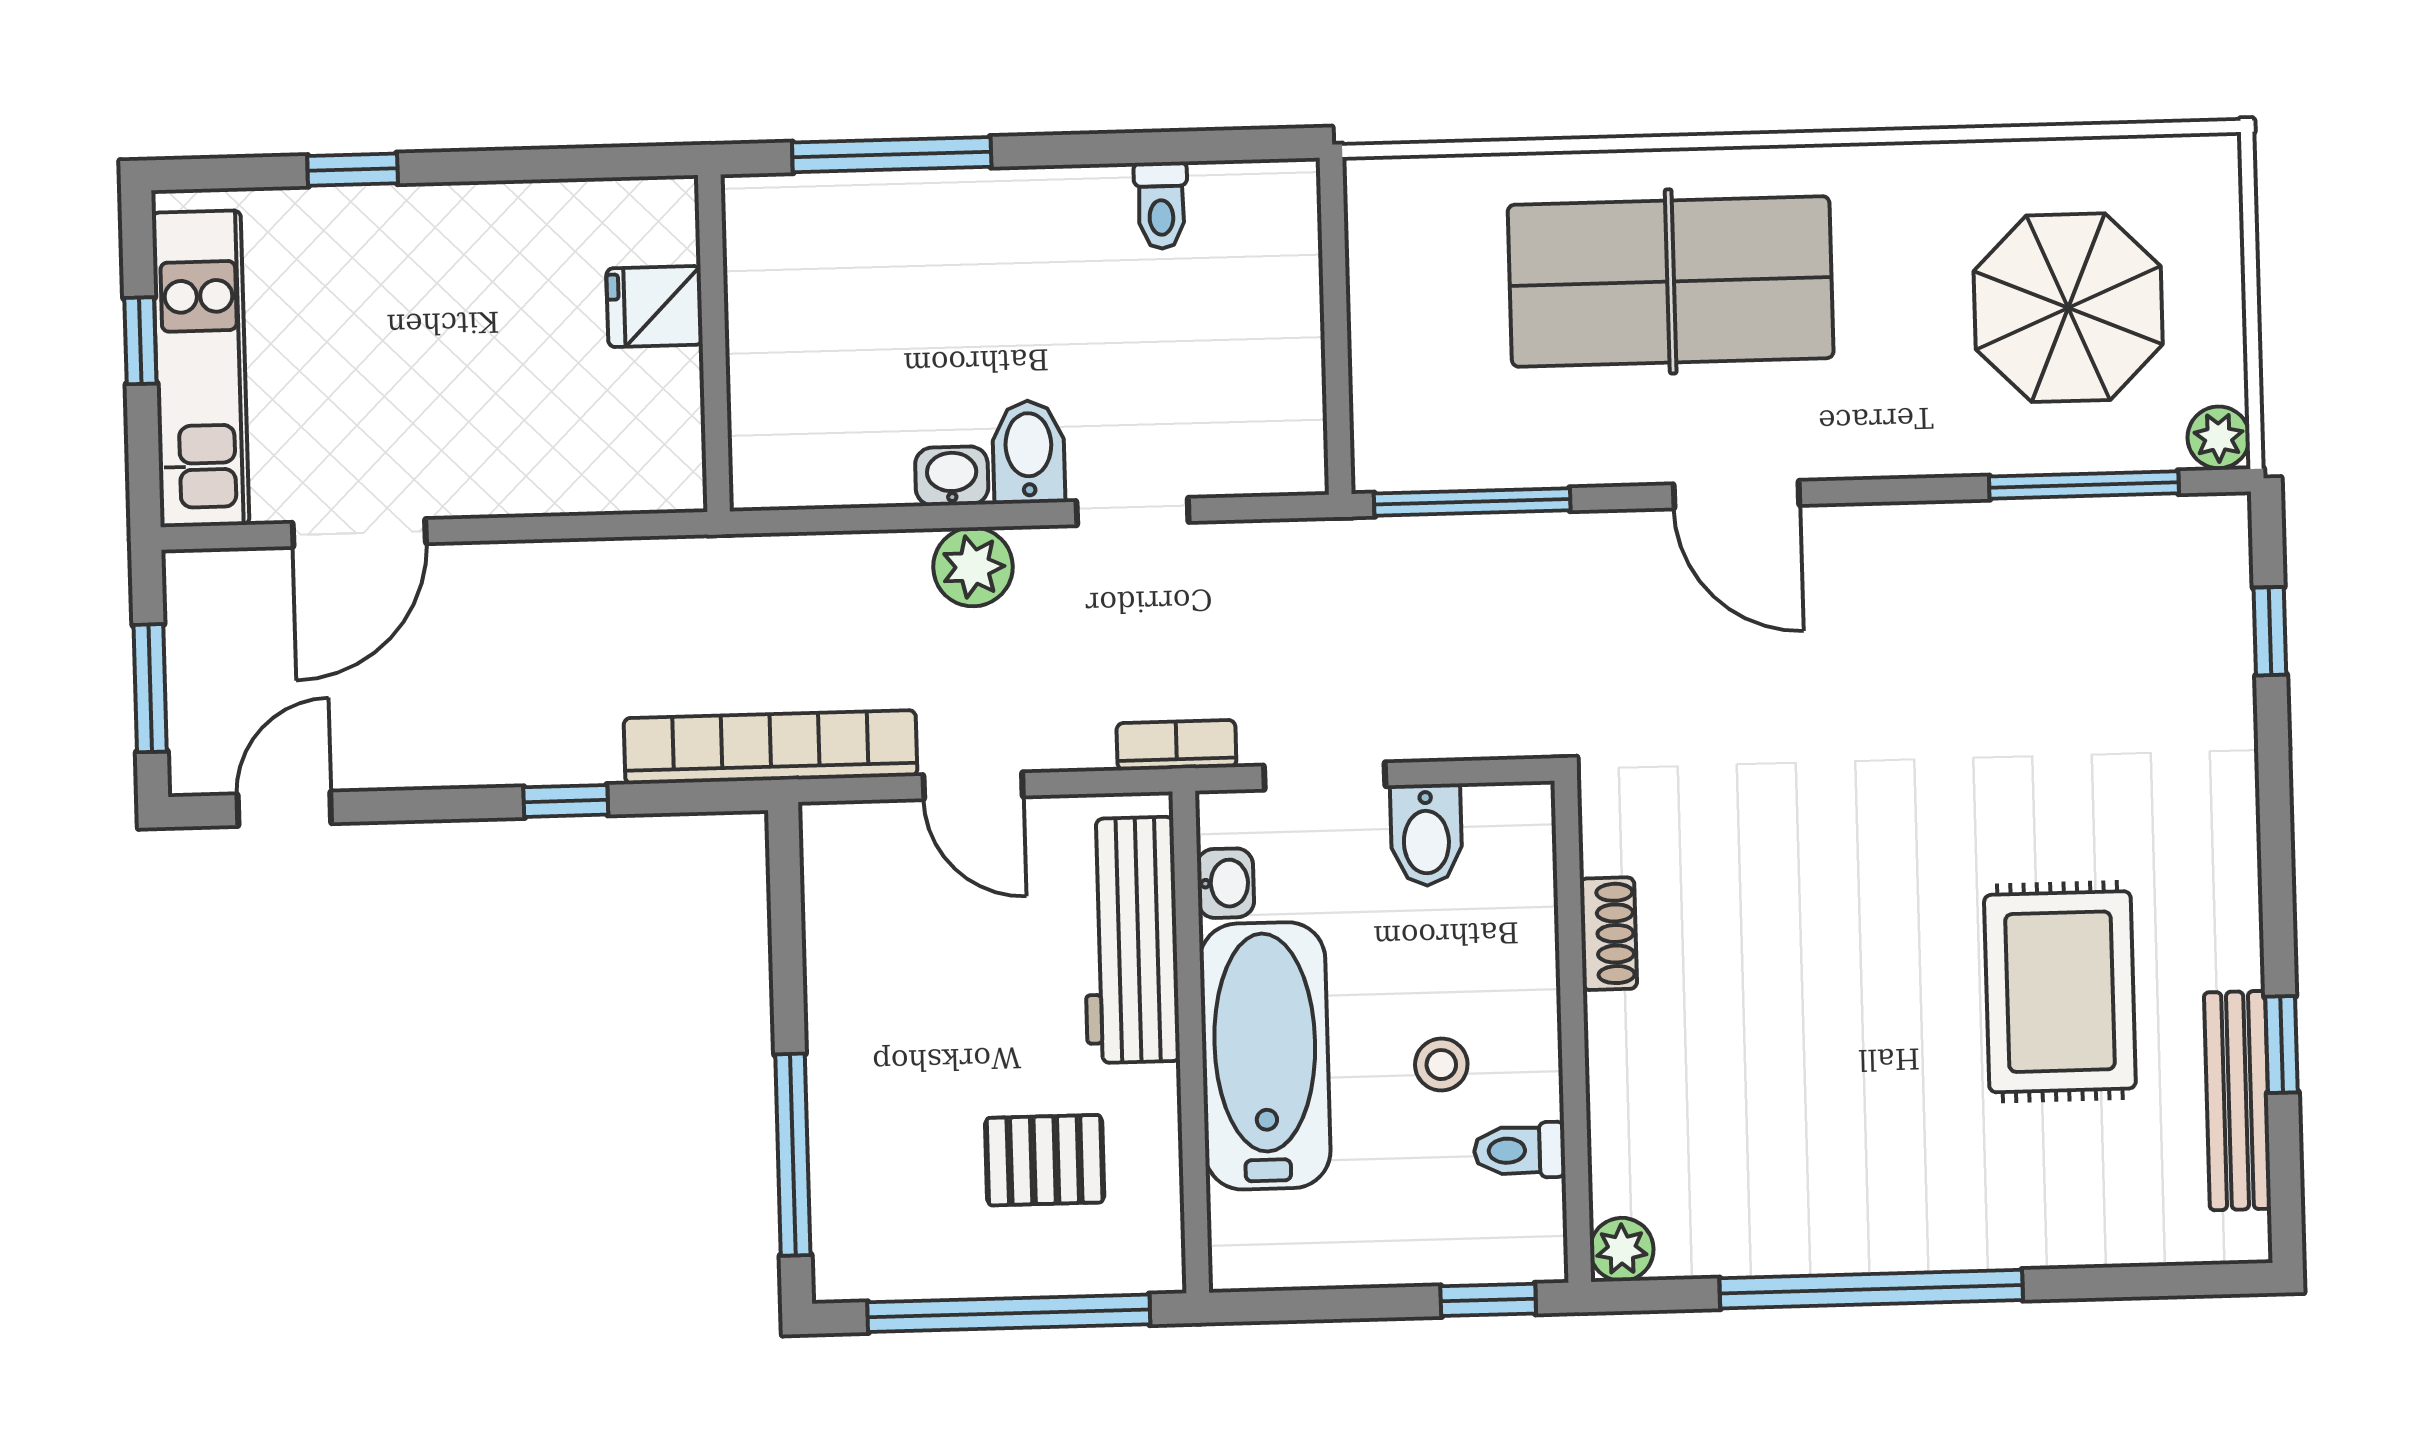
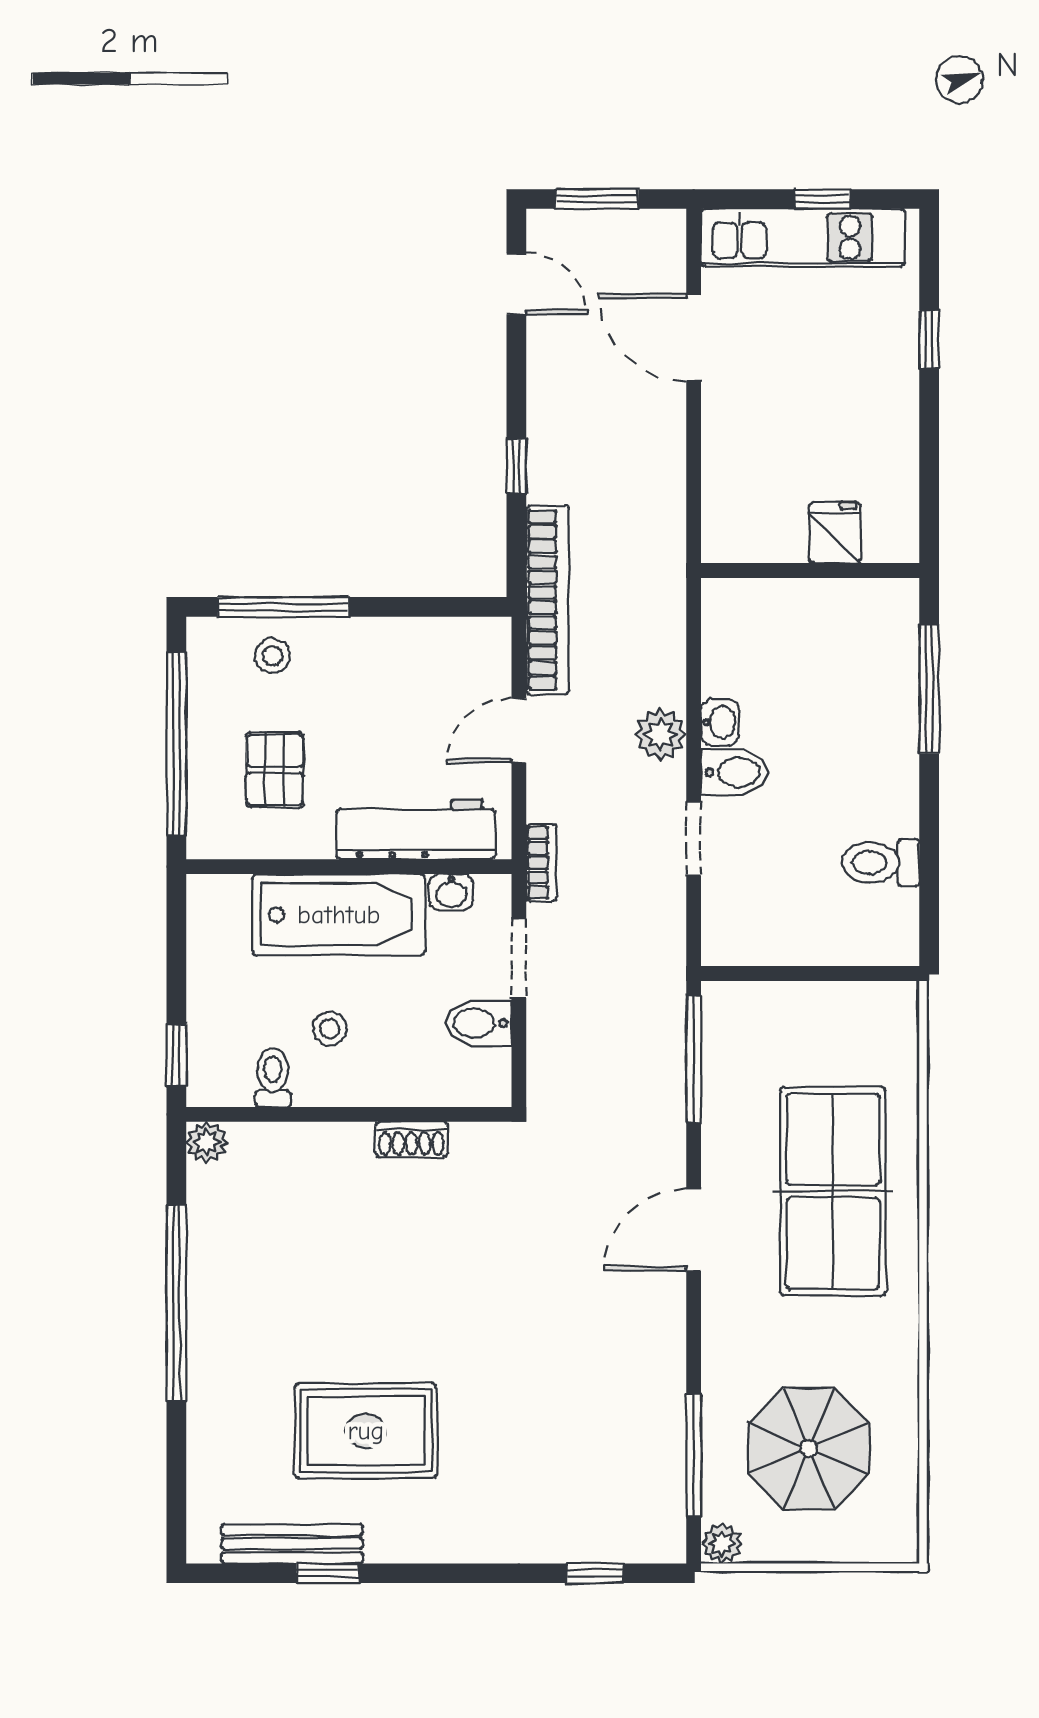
toilet: (1161, 205) -> (881, 863), width x1.37, depth x1.39
stool: (869, 1169) -> (272, 656), added

